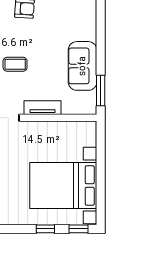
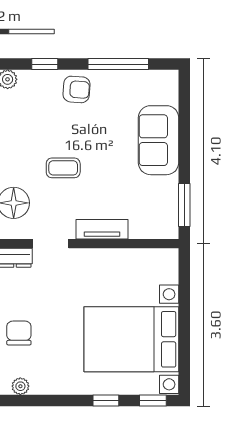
sofa: (83, 66) -> (159, 140), moved

